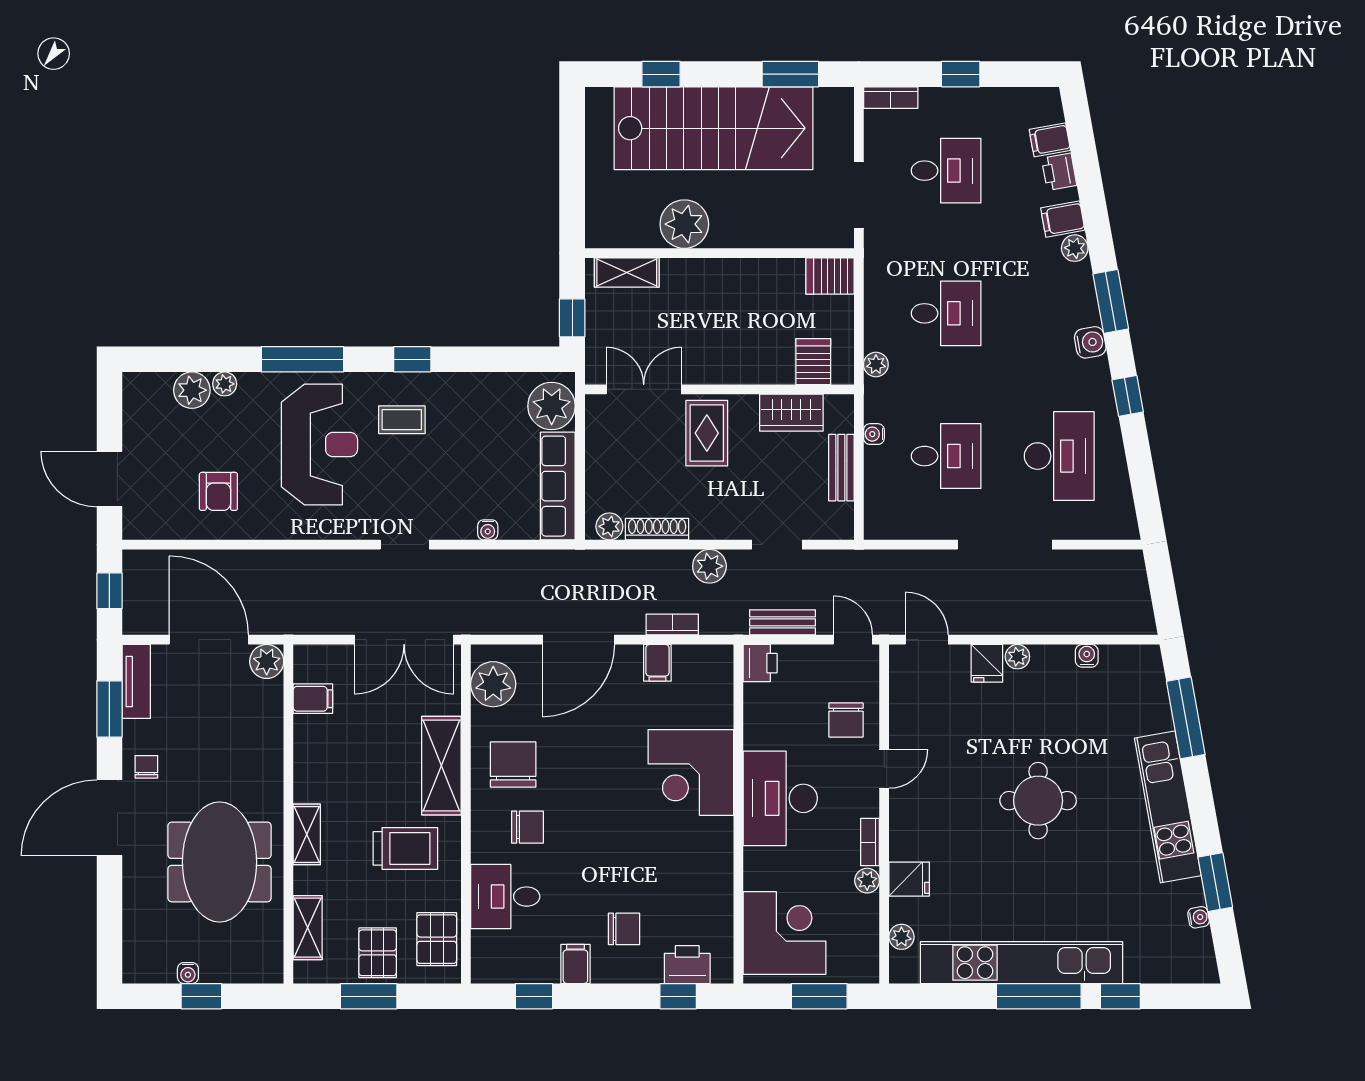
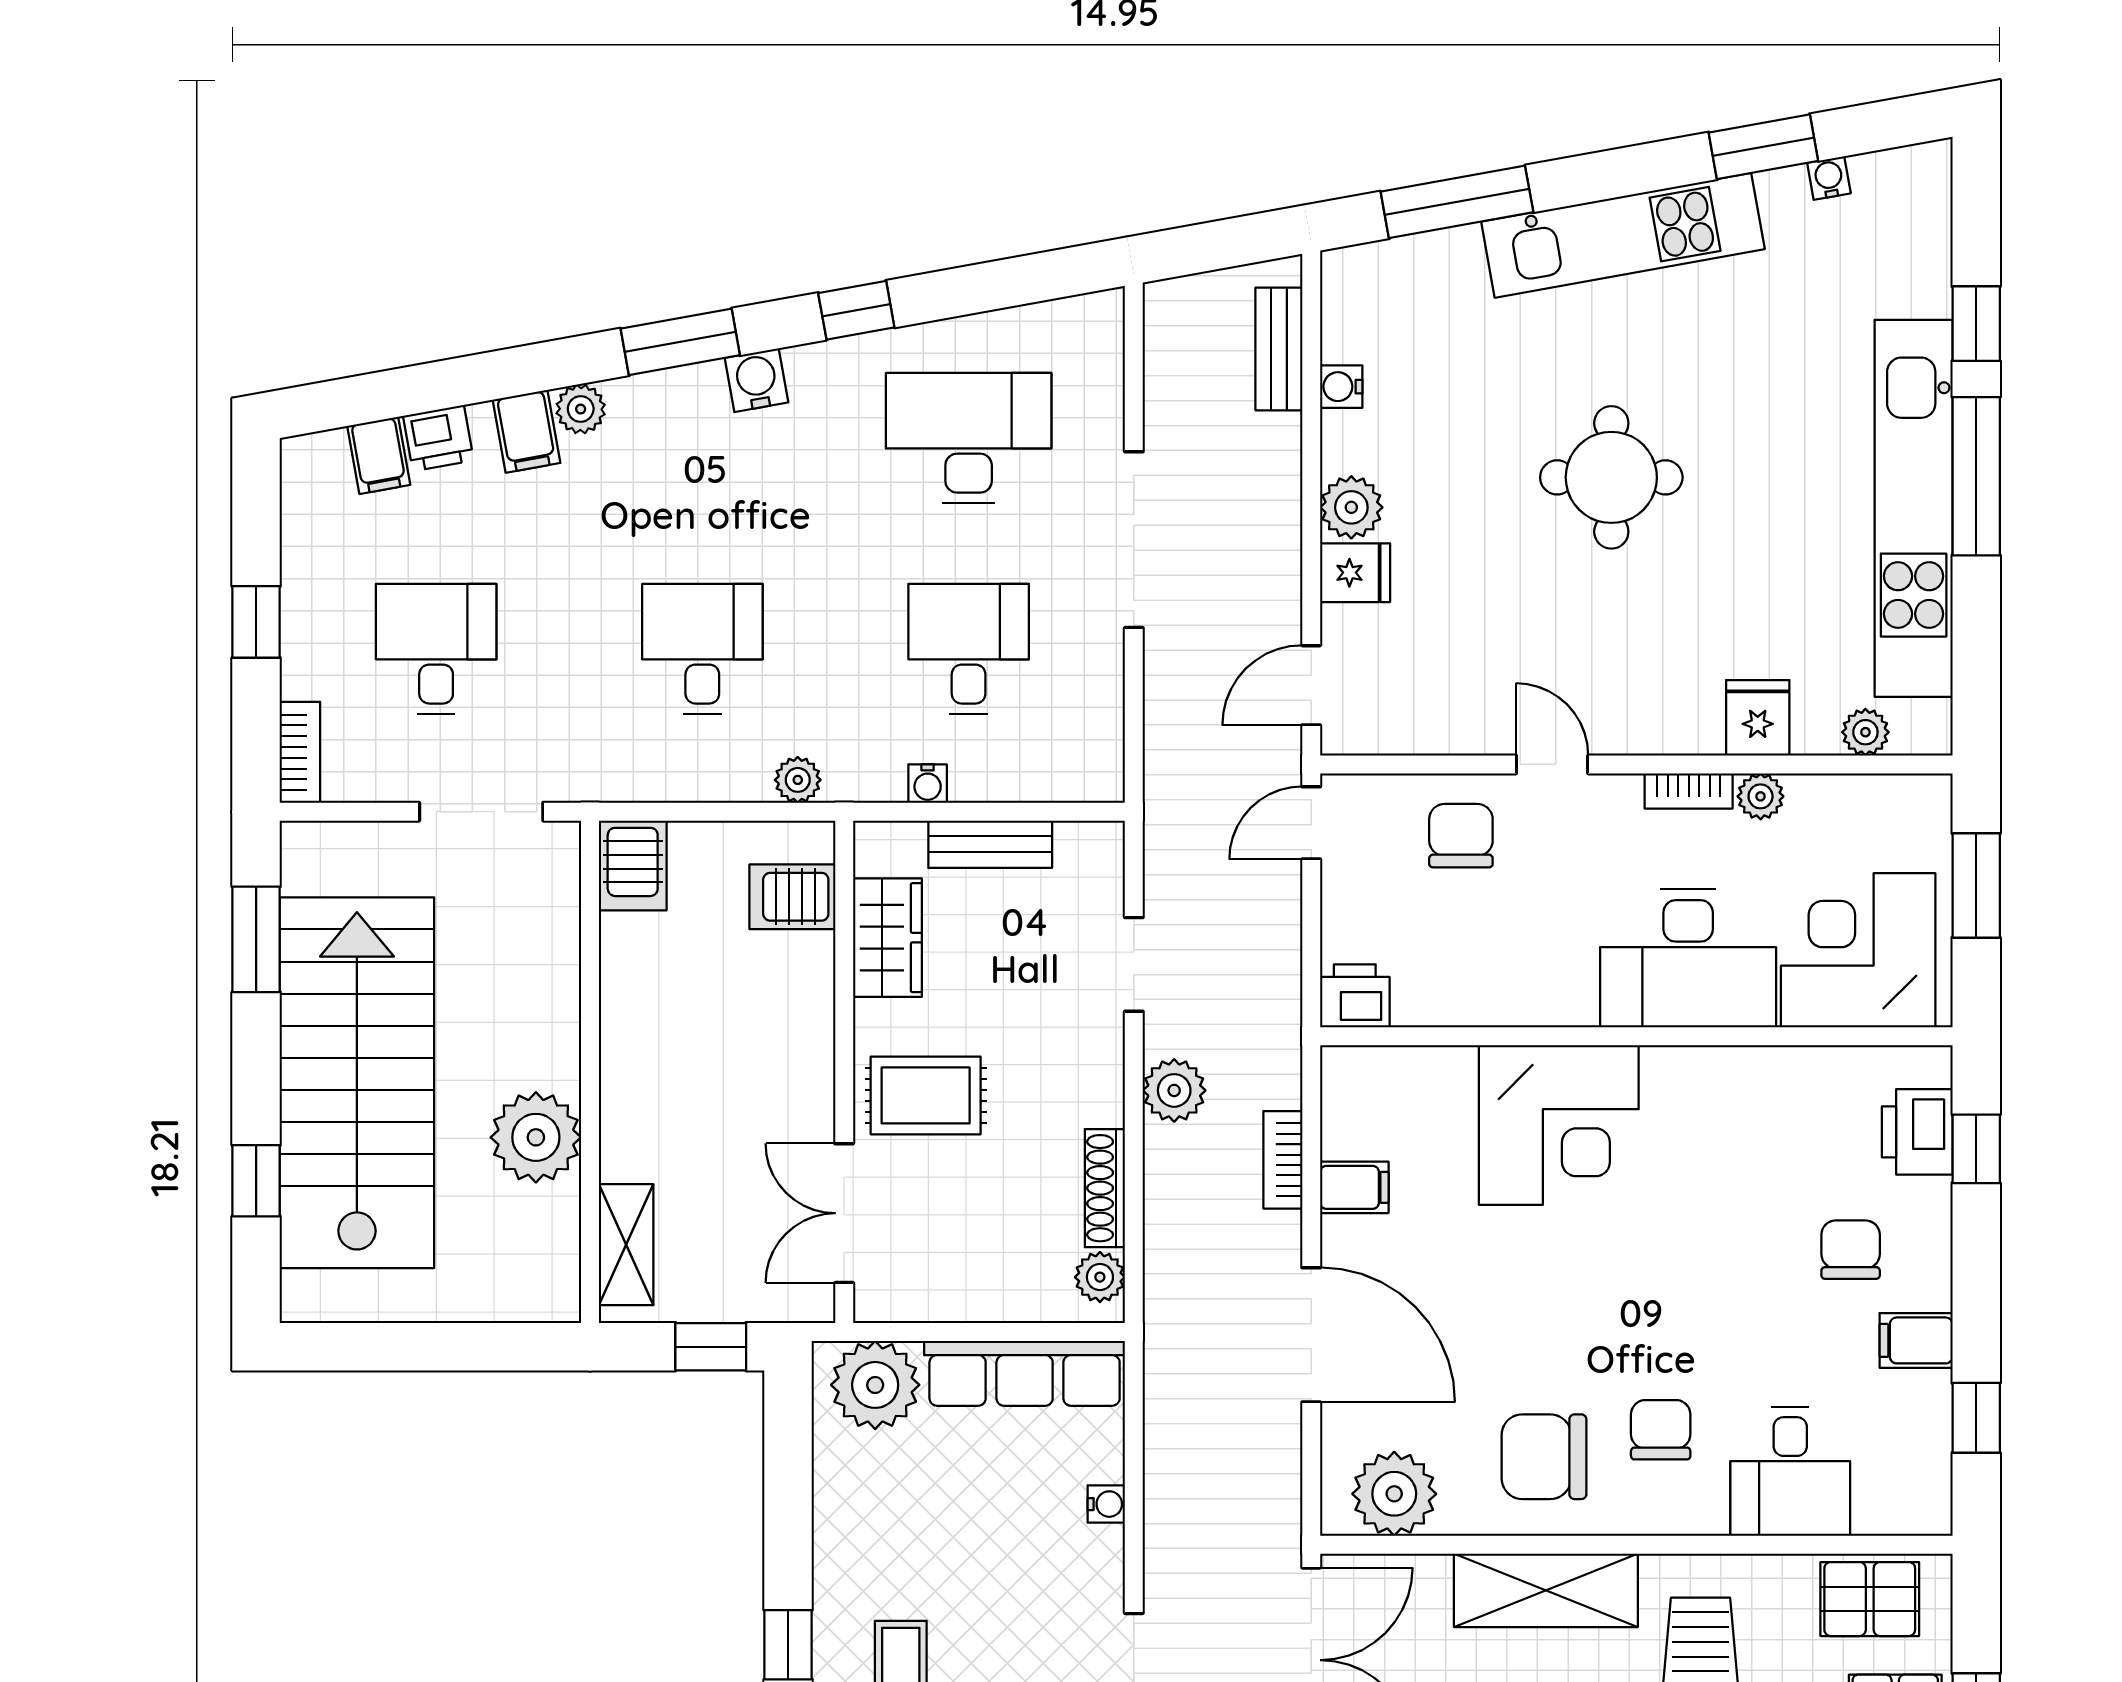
bench: (783, 622) -> (1279, 349), moved
plant: (1017, 657) -> (1351, 507), width x1.38, depth x1.38
chair: (846, 720) -> (1461, 836), turned -90
desk: (780, 798) -> (1688, 958), moved

